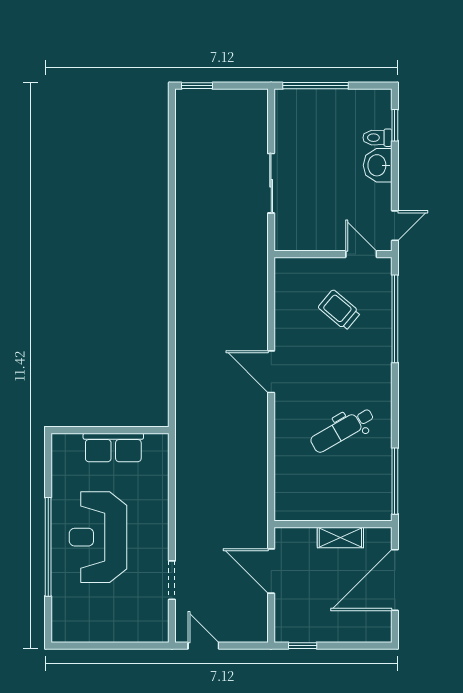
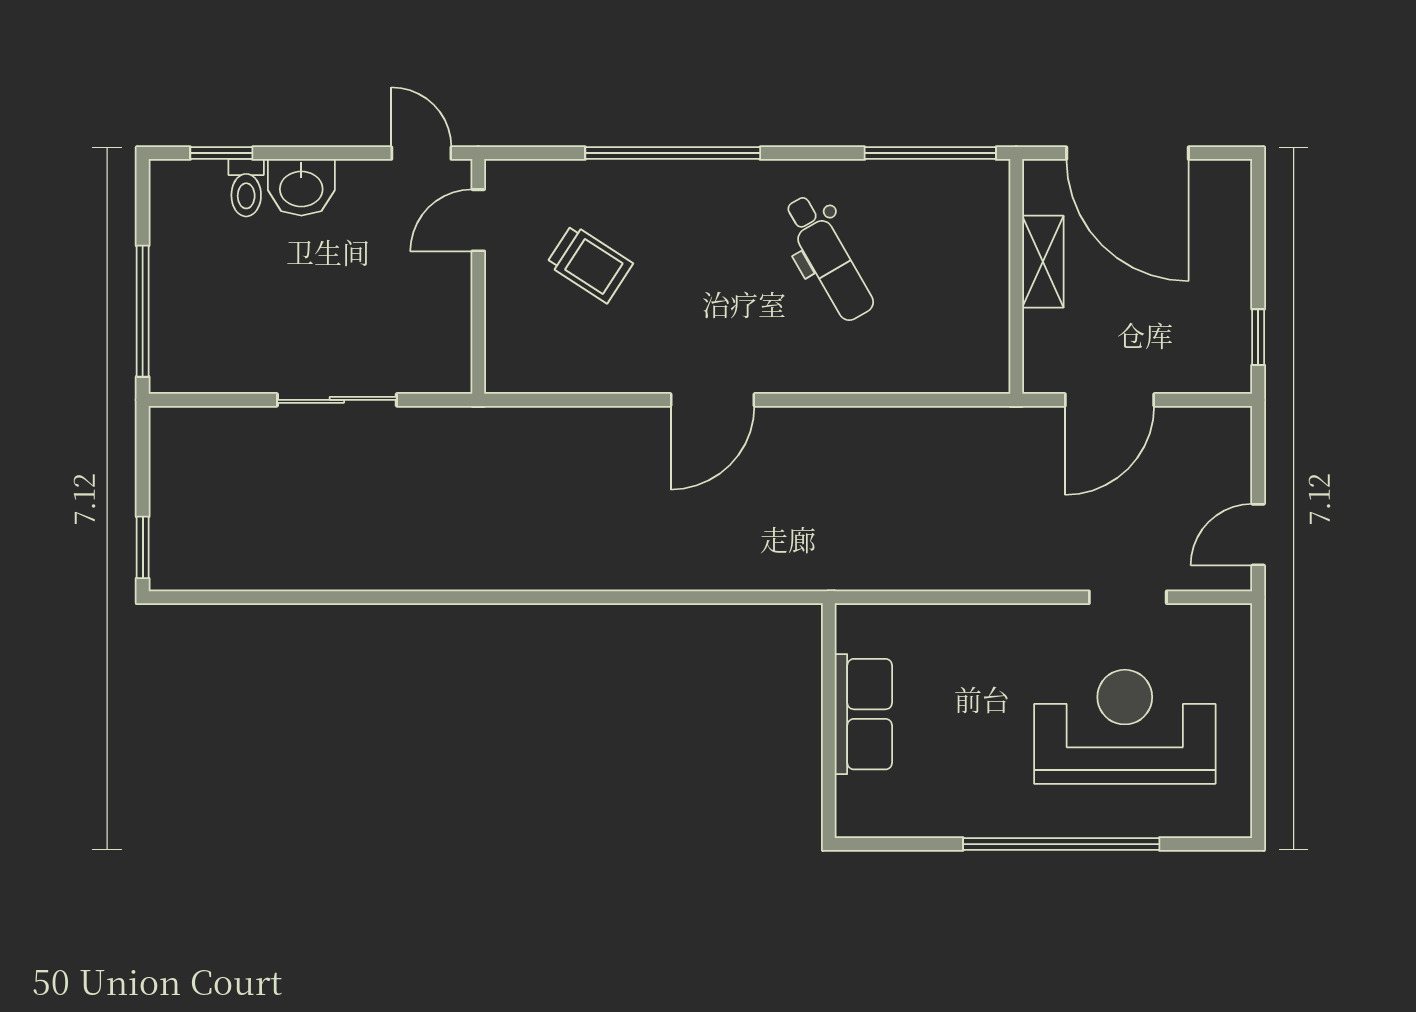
trolley: (339, 310) -> (590, 264), turned -97
window: (395, 319) -> (673, 153), moved
reception desk: (98, 537) -> (1125, 727), moved, turned 180

